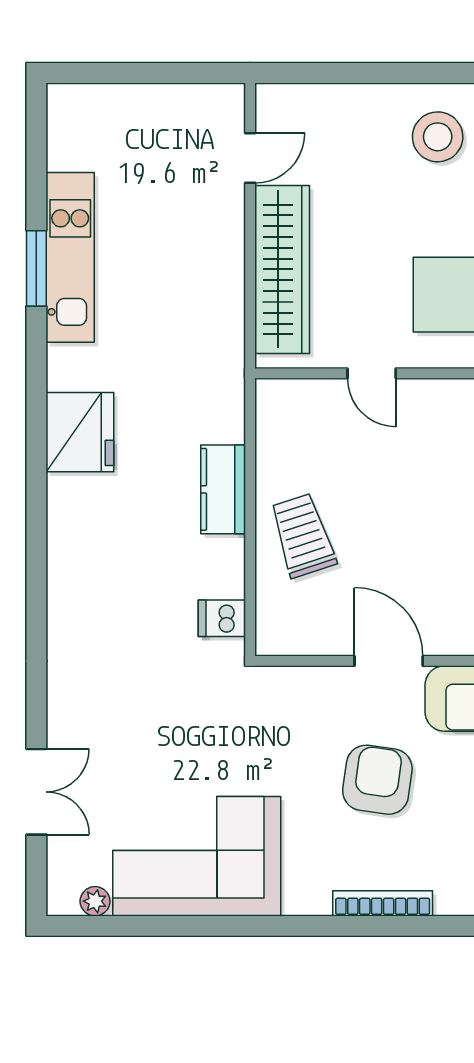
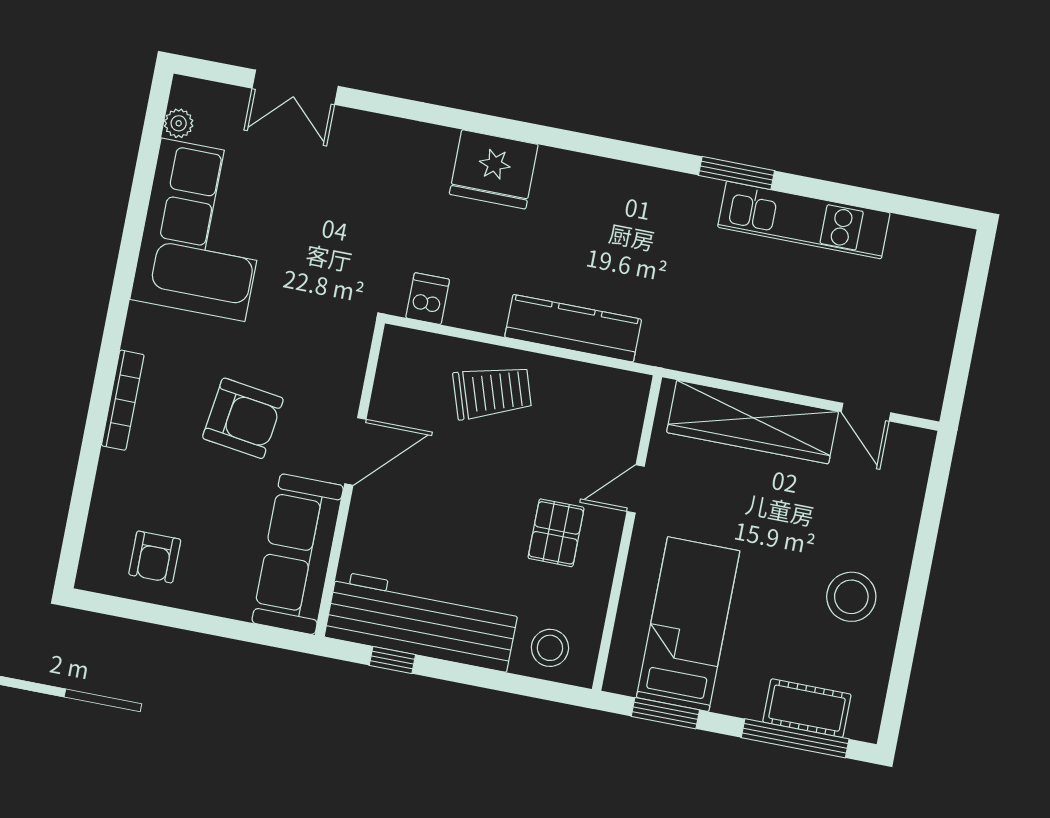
window: (36, 268) -> (736, 173), moved
fridge: (80, 432) -> (494, 169), moved
pallet: (431, 444) -> (556, 533), added
kitchen counter: (223, 489) -> (573, 328), width x1.50

